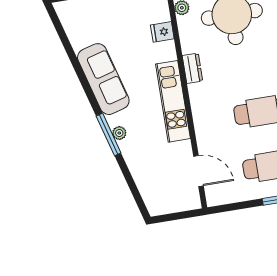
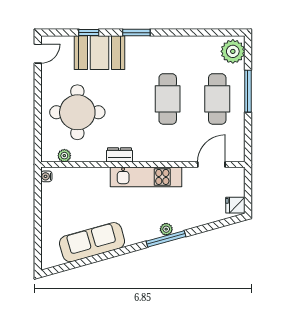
fridge: (162, 32) -> (235, 205), moved, turned 90
sofa: (103, 79) -> (92, 242), moved

